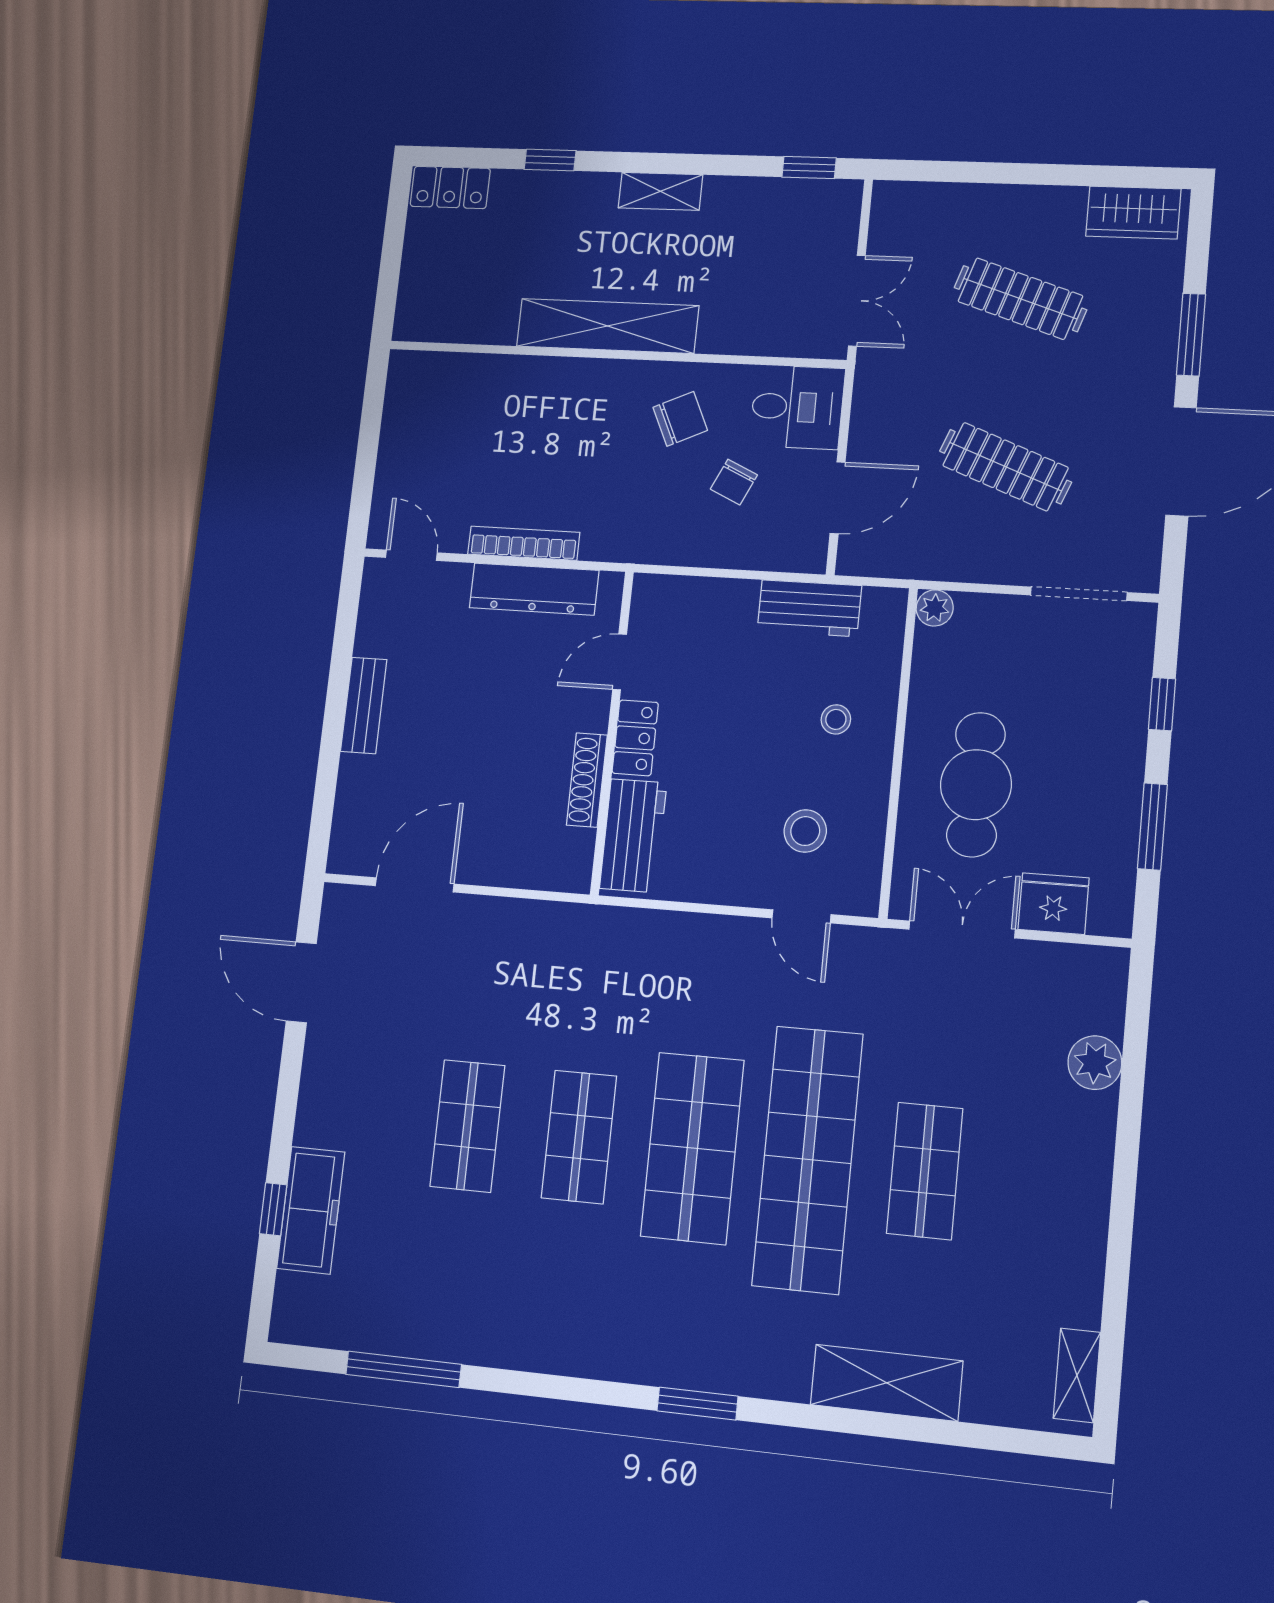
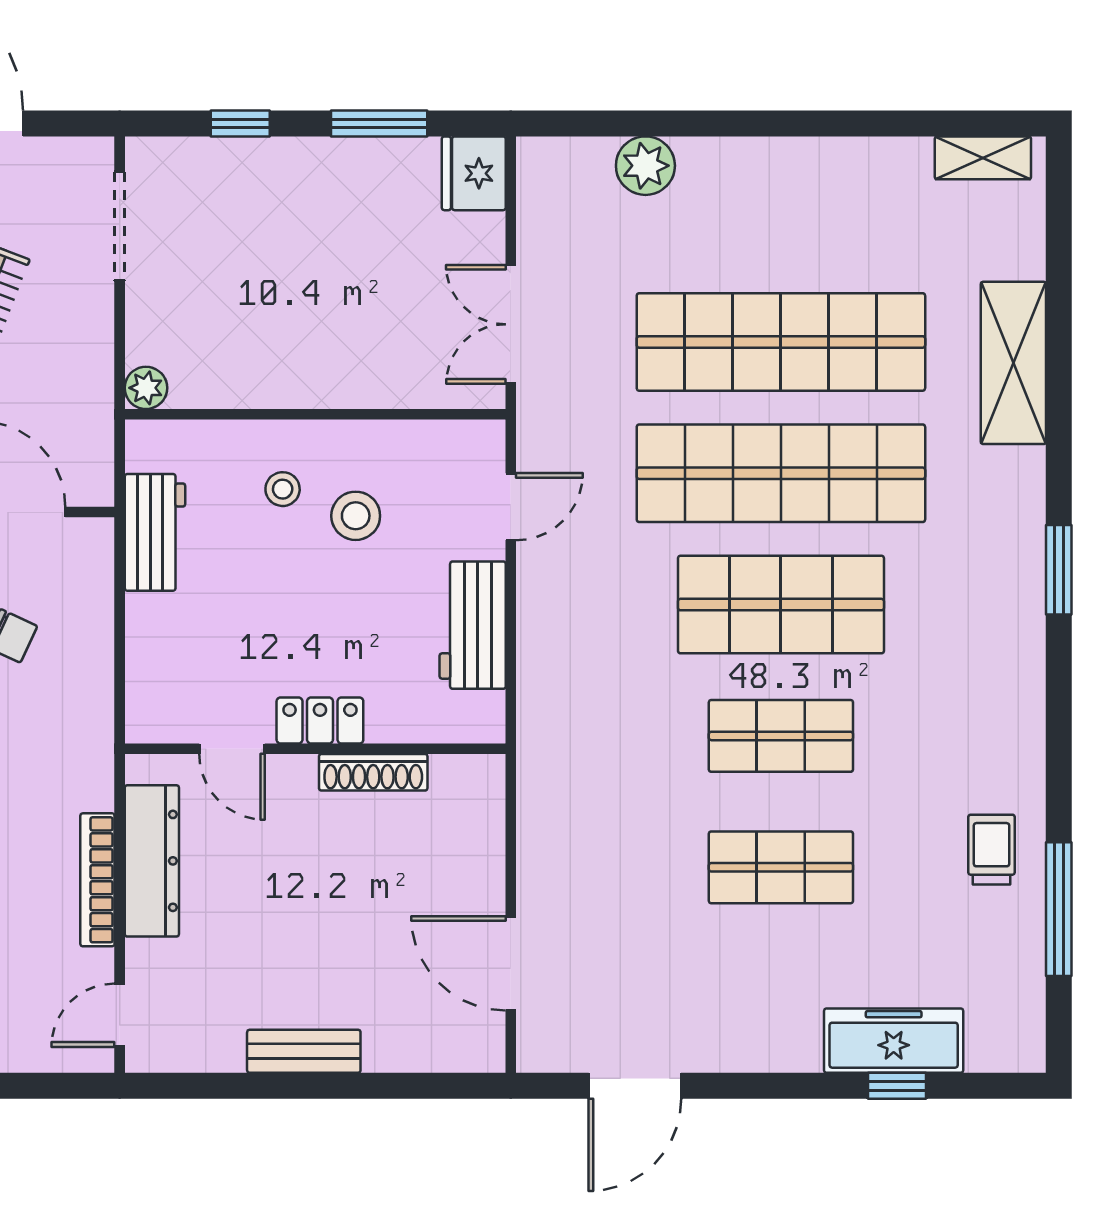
cafe table: (976, 785) -> (346, 323), removed
stool: (805, 831) -> (356, 516), moved
workbench: (633, 836) -> (473, 625), moved, turned -90
fridge: (1054, 904) -> (474, 173), moved
shop shelf: (925, 1171) -> (781, 342), width x2.00, depth x1.36
trolley: (461, 1315) -> (992, 850), added

